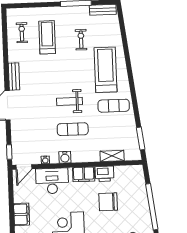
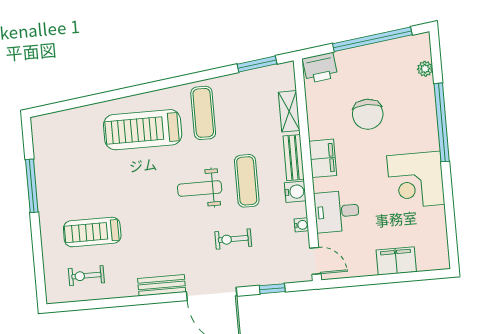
bench: (103, 10) -> (294, 158), moved
exercise bike: (81, 40) -> (233, 239), moved
weight bench: (69, 101) -> (200, 189), turned 90
window: (9, 152) -> (272, 289), moved
printer: (104, 174) -> (320, 68), moved, turned 83
desk: (52, 181) -> (337, 211), width x0.73

